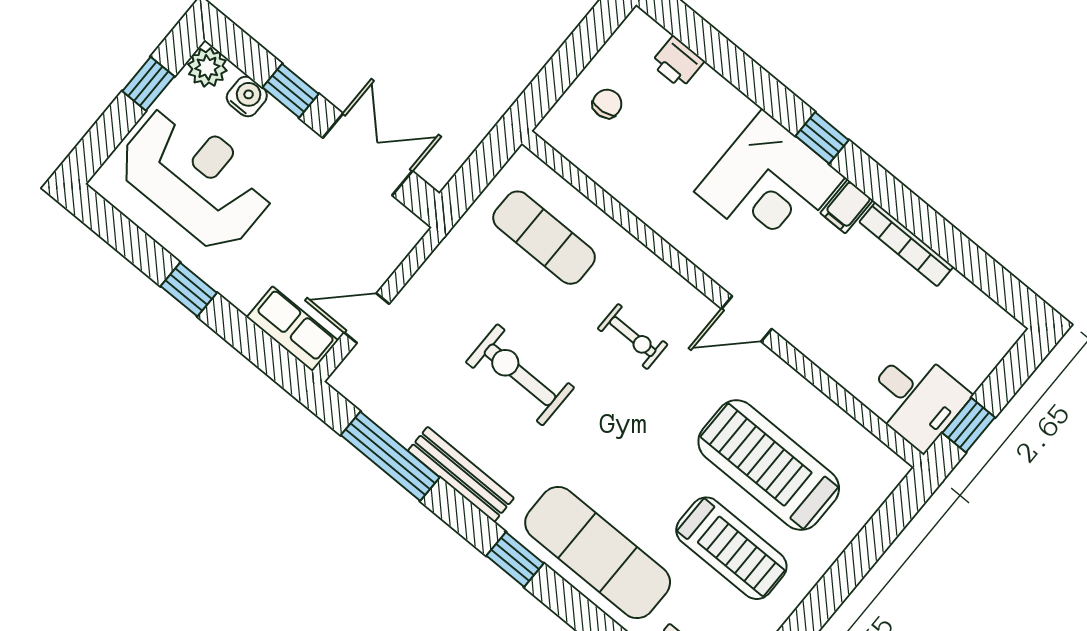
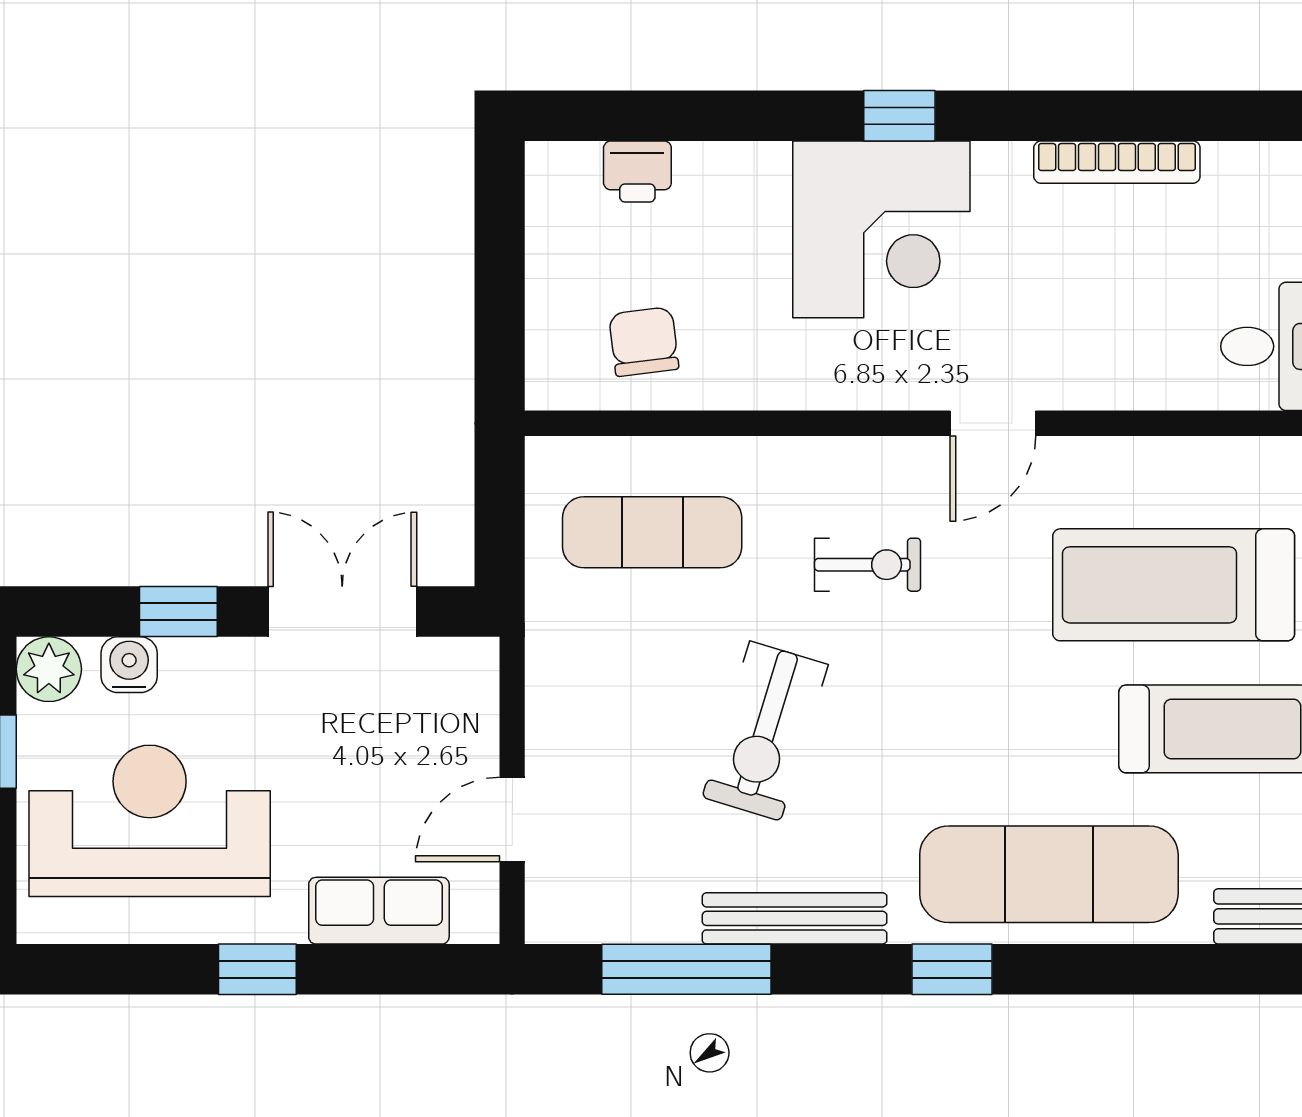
chair: (607, 104) -> (644, 342), moved, width x1.37, depth x1.37
filing cabinet: (847, 207) -> (1002, 177), removed
row of seats: (292, 329) -> (379, 911), moved
exercise bike: (520, 375) -> (765, 731), turned -73

